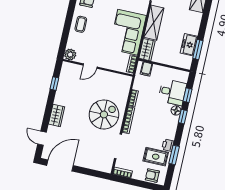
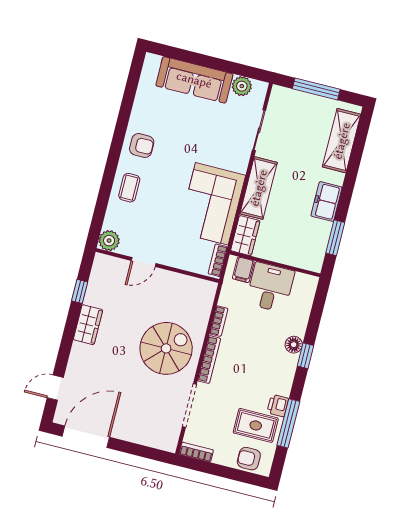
freezer: (189, 45) -> (327, 202), moved
desk: (172, 92) -> (270, 287), moved, turned -90
window: (188, 95) -> (315, 318), removed
wardrobe: (57, 115) -> (88, 325), moved
door: (42, 138) -> (55, 388), hinge flipped
window: (174, 155) -> (288, 423), width x1.44

